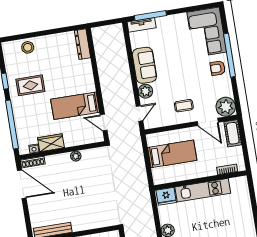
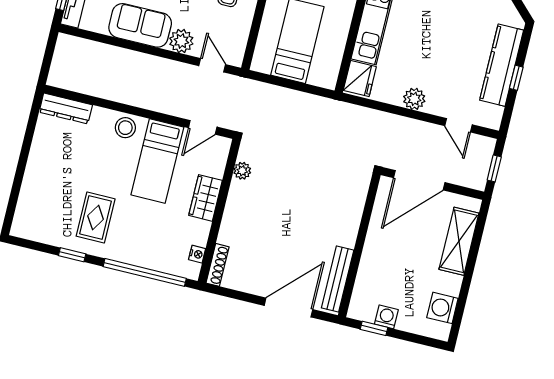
stool: (28, 47) -> (125, 128), moved
wardrobe: (51, 143) -> (205, 198), moved
plant: (76, 156) -> (242, 171), moved
door: (22, 184) -> (288, 308), moved

